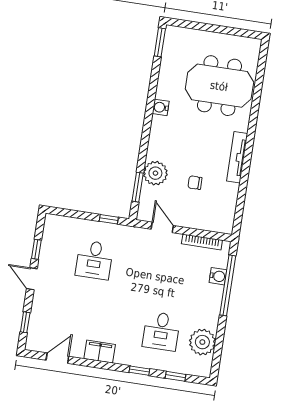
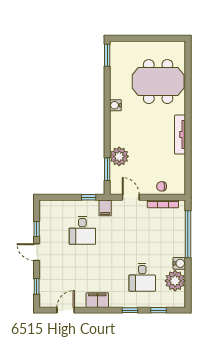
chair: (195, 183) -> (162, 186), moved
filing cabinet: (128, 236) -> (105, 208), added
water cooler: (218, 276) -> (179, 263), moved

